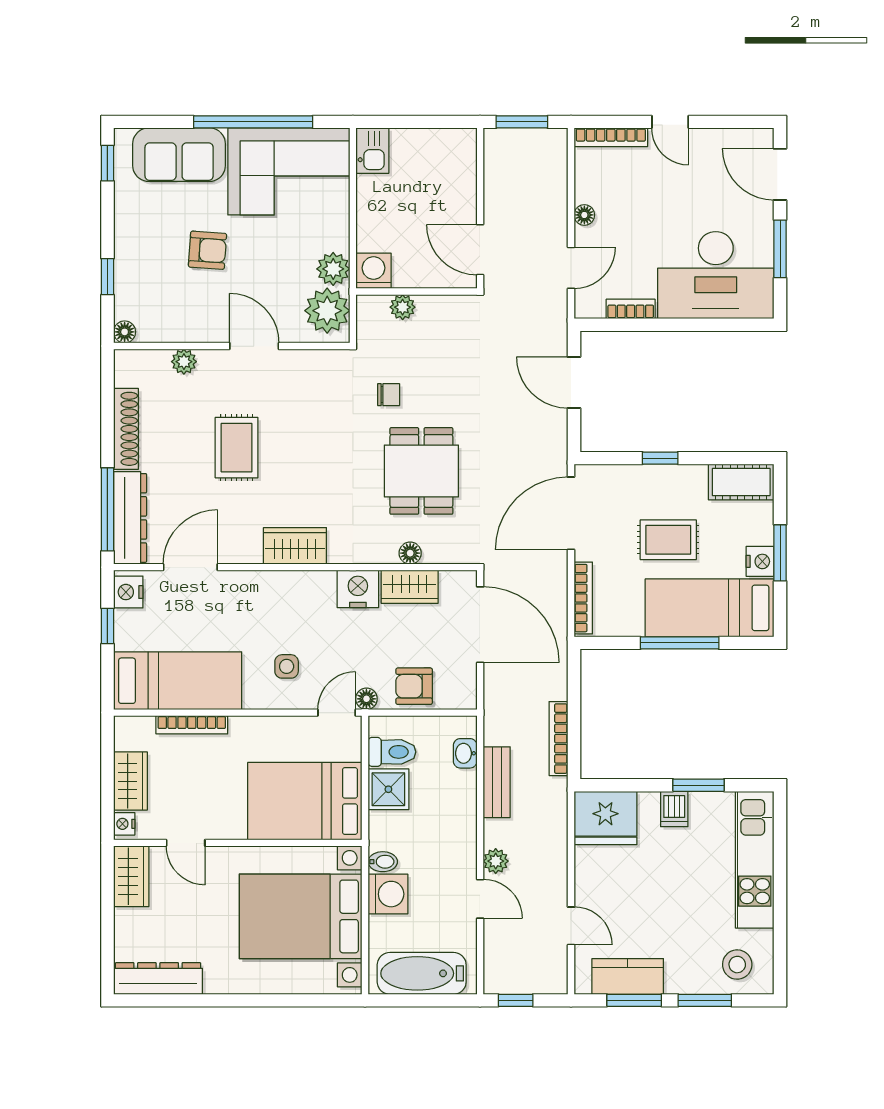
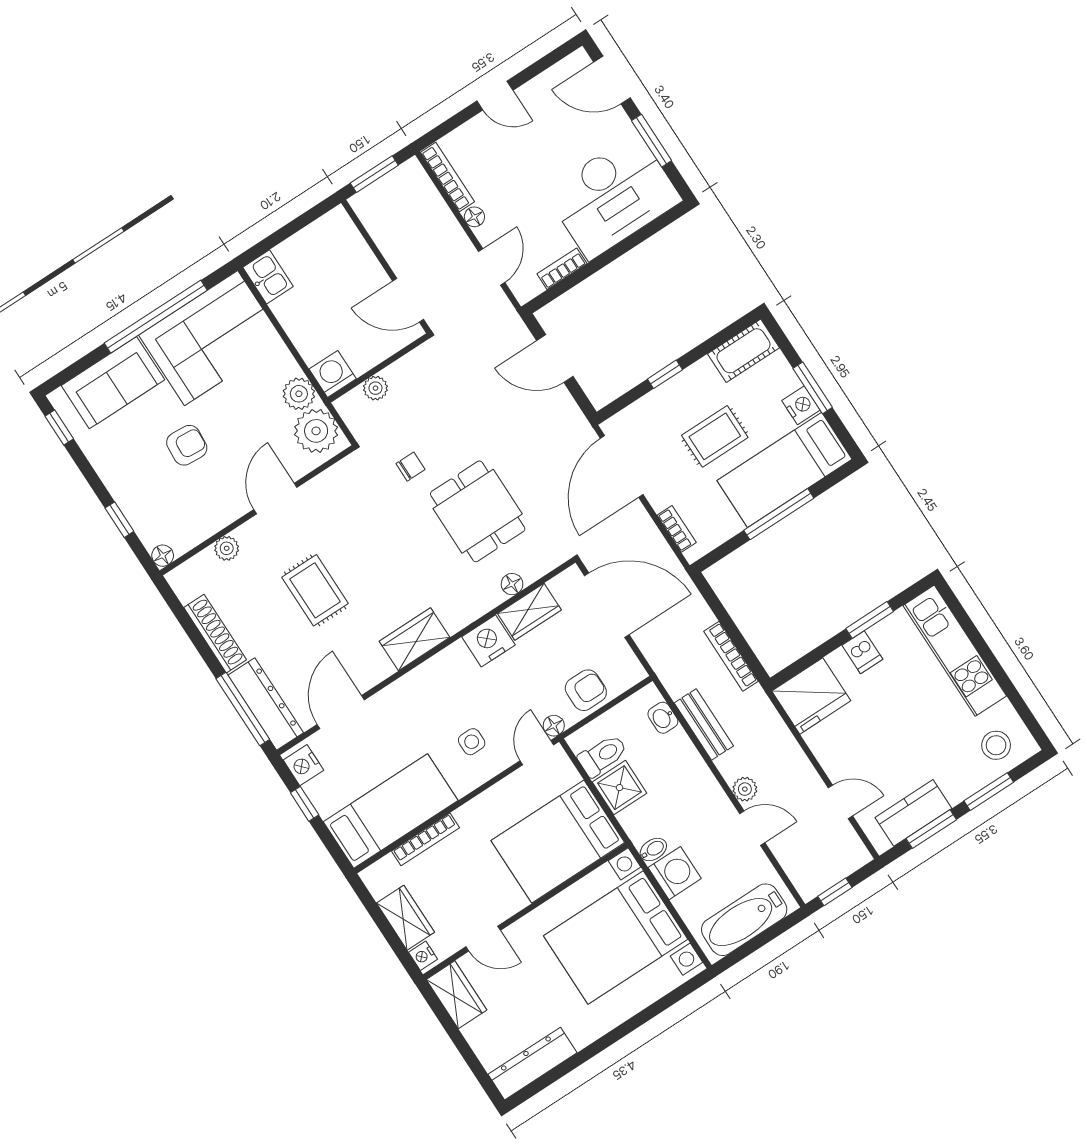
bookcase: (611, 137) -> (448, 177), moved, turned -90
door: (254, 346) -> (275, 498), hinge flipped
bookcase: (583, 598) -> (677, 529), width x0.64
armchair: (414, 686) -> (586, 690), turned 180

